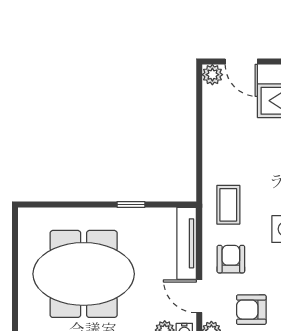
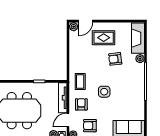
door: (241, 61) -> (86, 21), hinge flipped
door: (199, 296) -> (68, 120), hinge flipped

